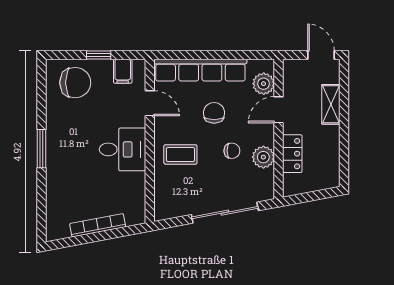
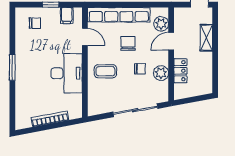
chair: (75, 83) -> (35, 23), width x0.54, depth x0.54
desk: (123, 149) -> (67, 73), width x1.37

